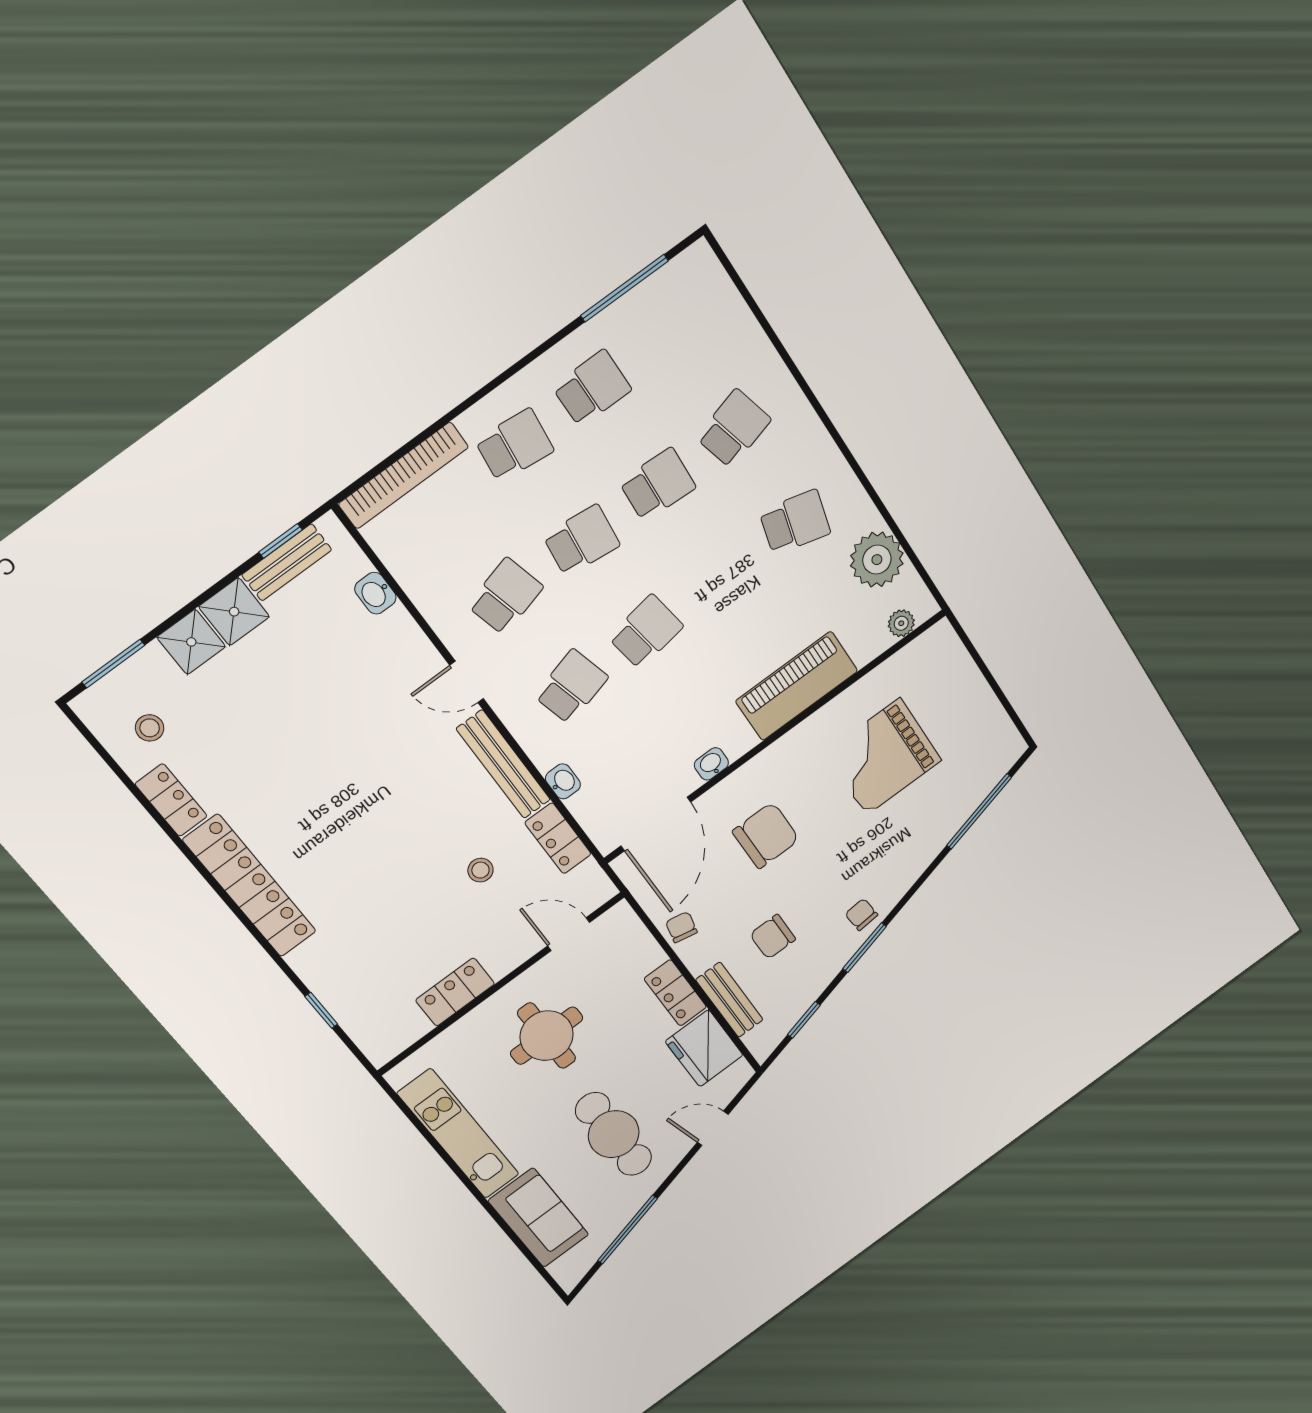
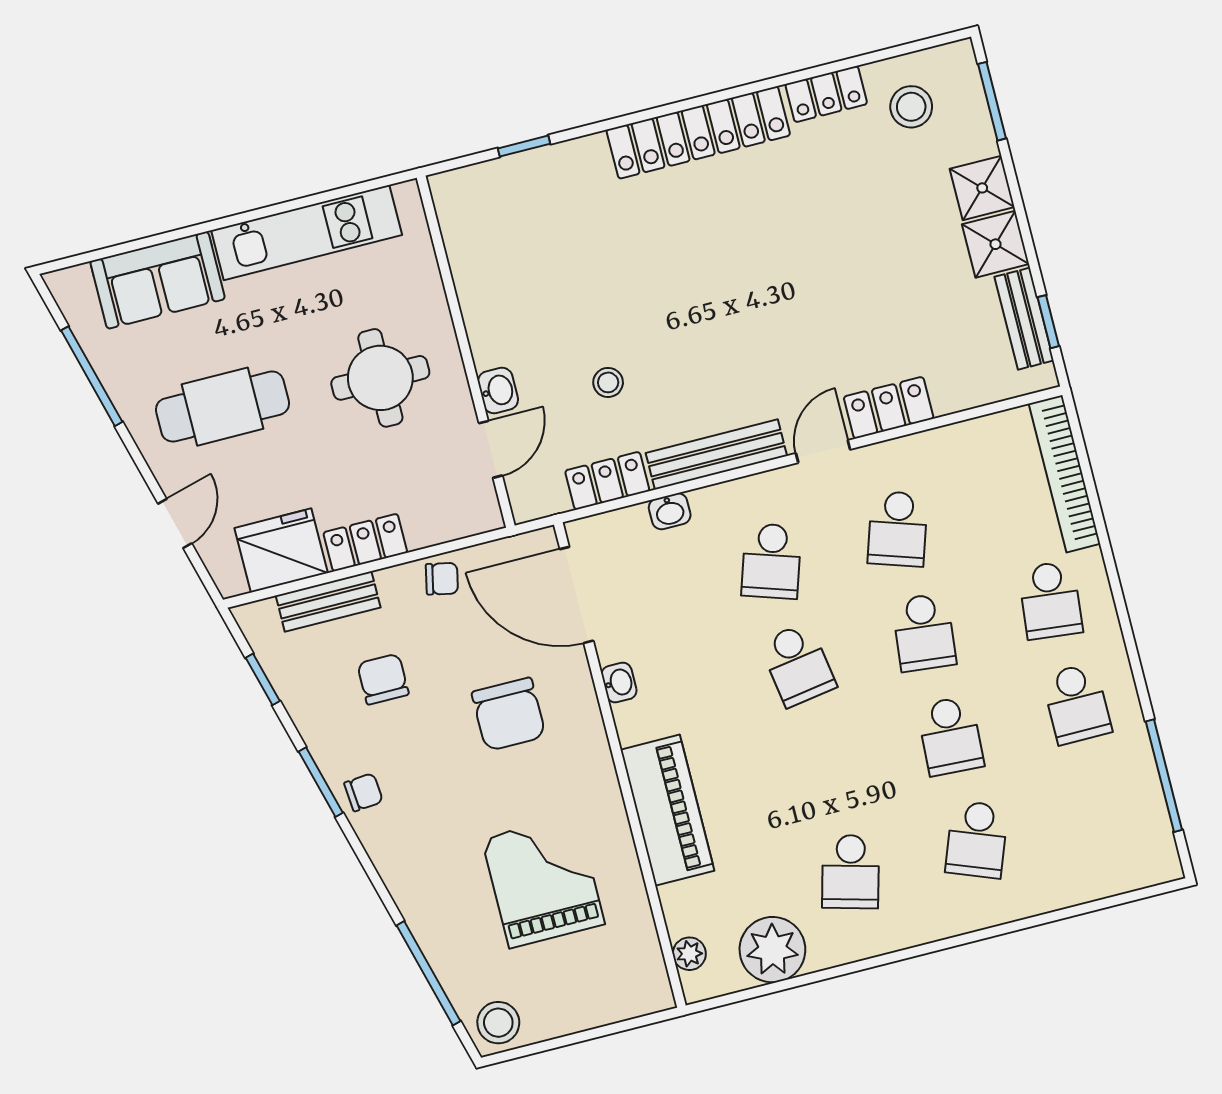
school desk: (734, 429) -> (977, 839), turned 36
washbasin: (375, 593) -> (498, 391), moved, turned 90
school desk: (505, 596) -> (898, 529), turned 33
school desk: (571, 687) -> (771, 561), turned 33
stool: (150, 728) -> (911, 107), width x1.37, depth x1.37
stool: (999, 745) -> (498, 1023), added
locker: (455, 992) -> (889, 408), moved, turned -90

